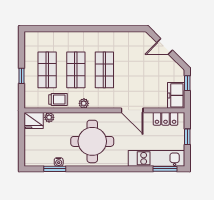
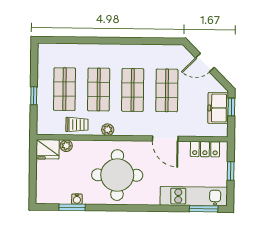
shop shelf: (133, 70) -> (167, 90), added
freezer: (176, 95) -> (218, 108), moved

